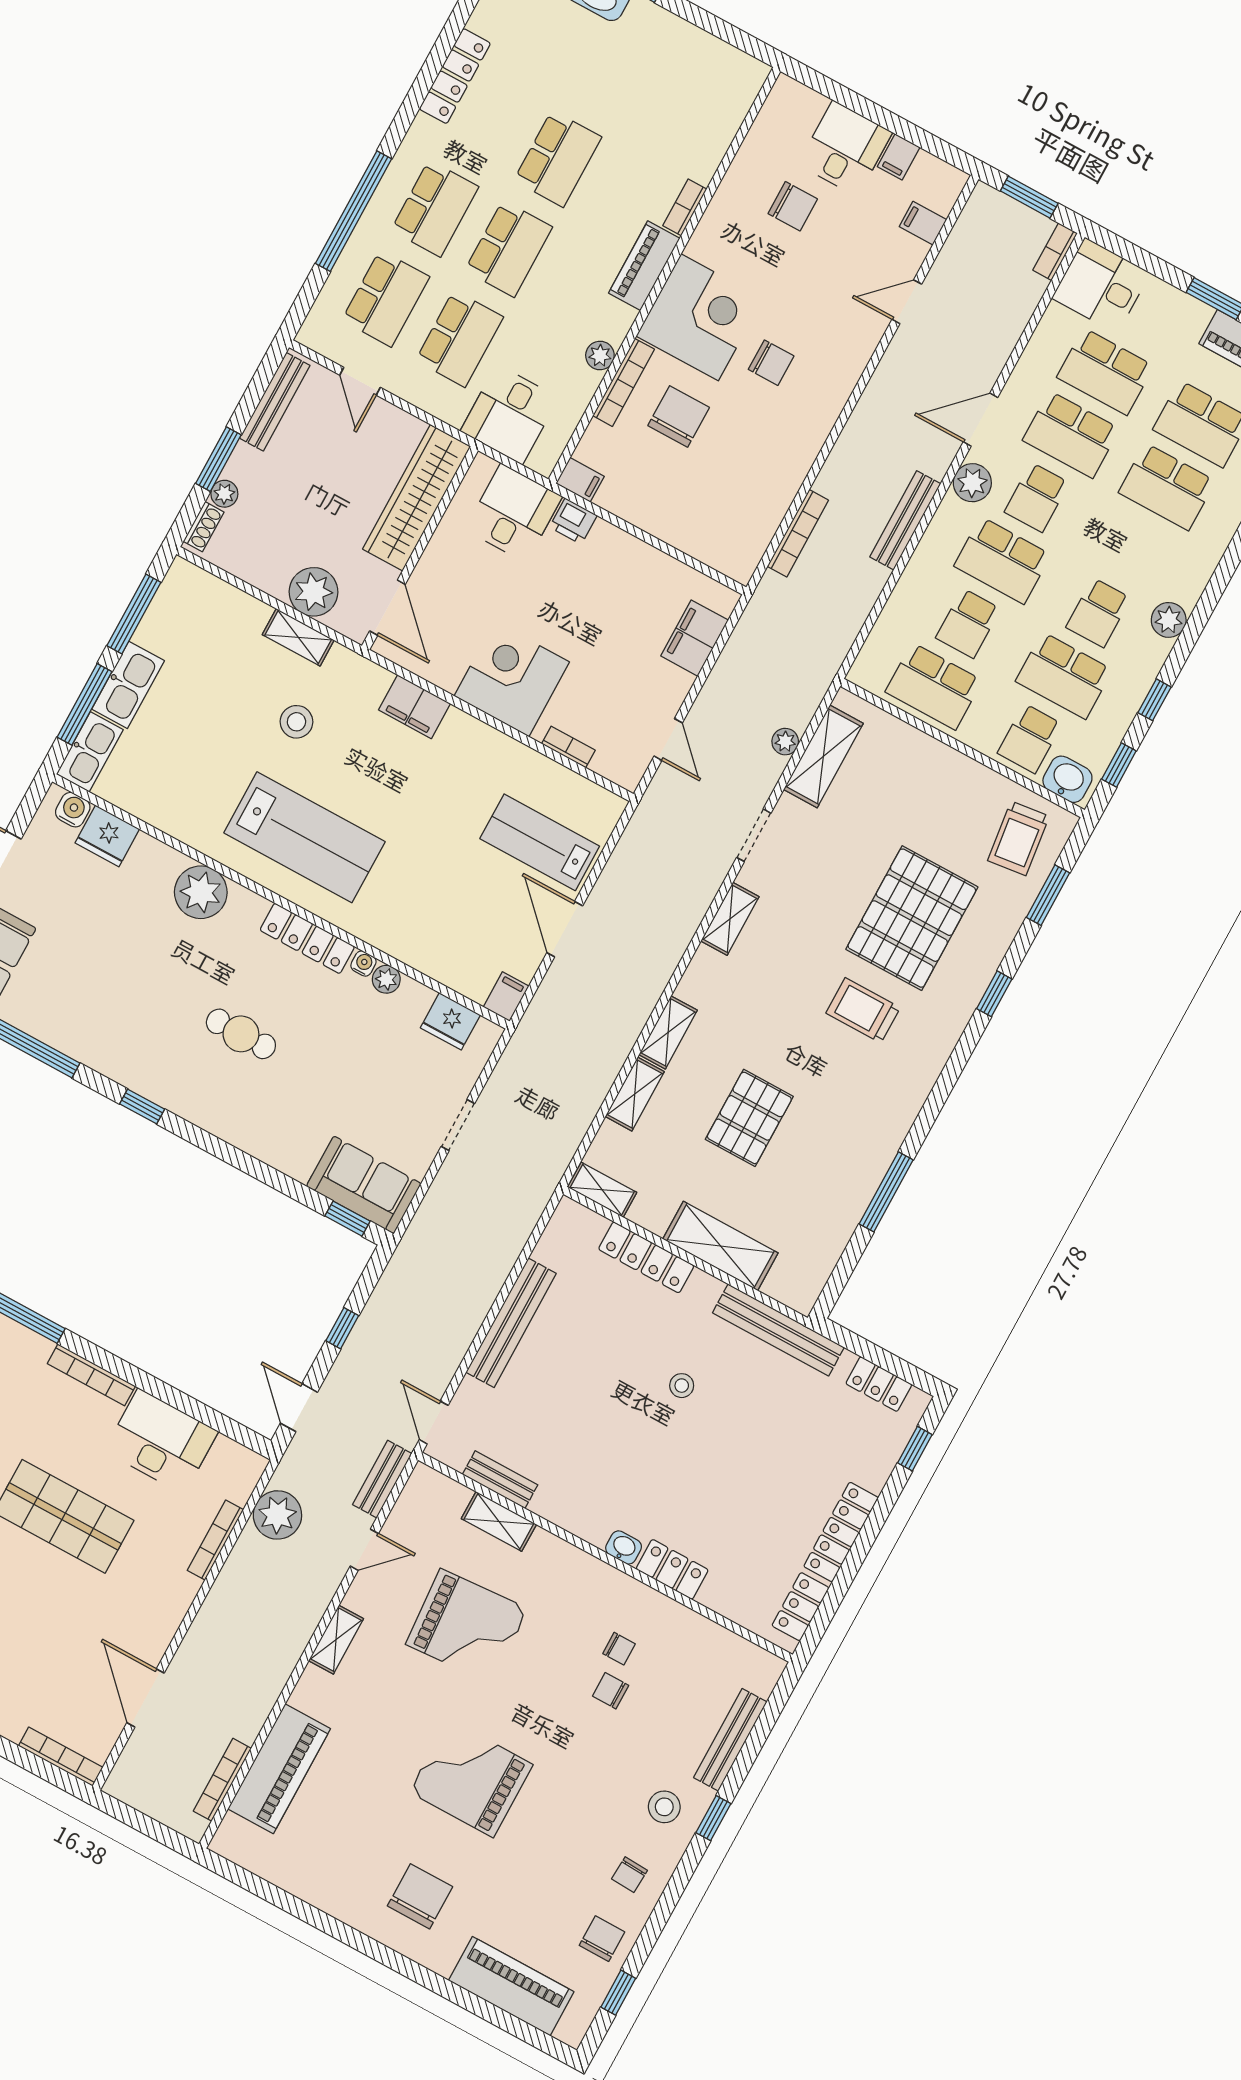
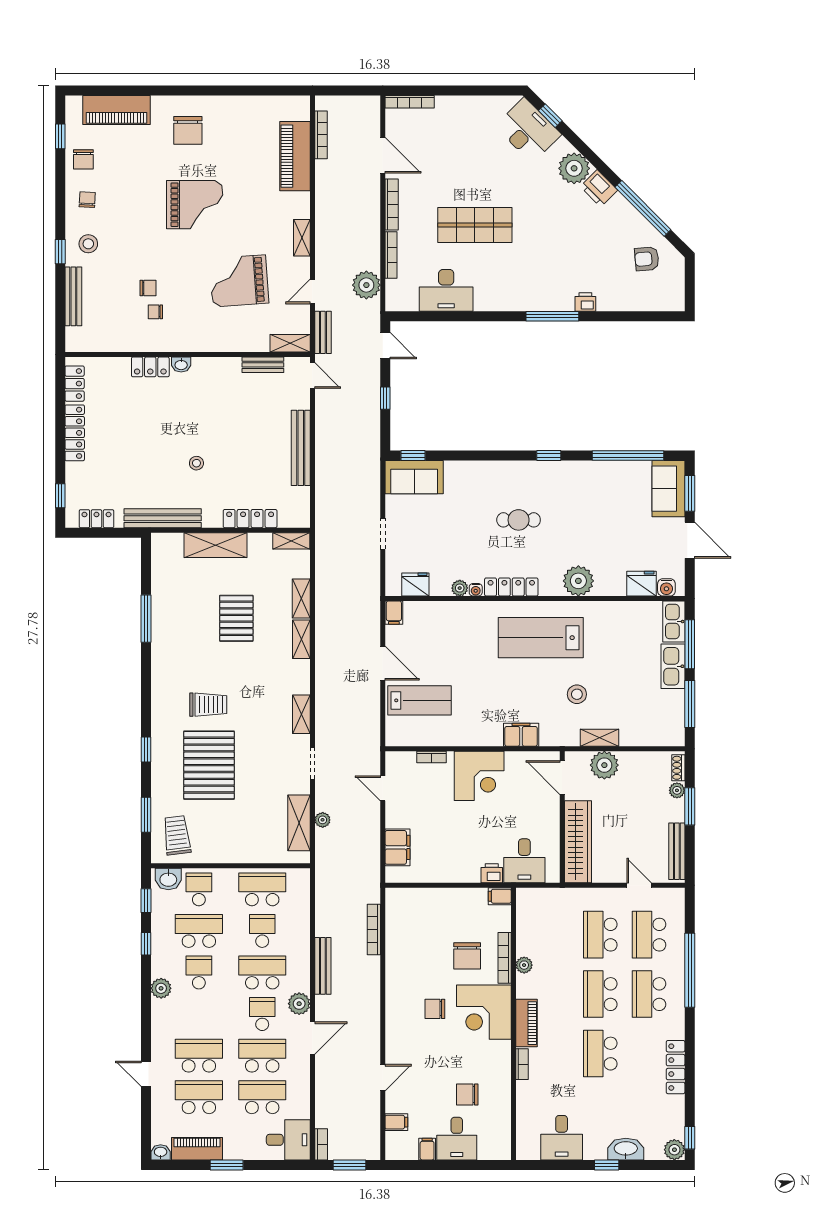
desk: (510, 414) -> (562, 1138), moved, turned 180
bookcase: (91, 1375) -> (392, 205), moved, turned 90
shelving: (499, 1521) -> (290, 343), moved

